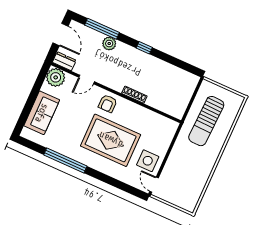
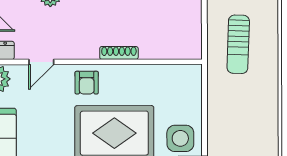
sun lounger: (206, 121) -> (238, 44), width x0.73, depth x0.75

